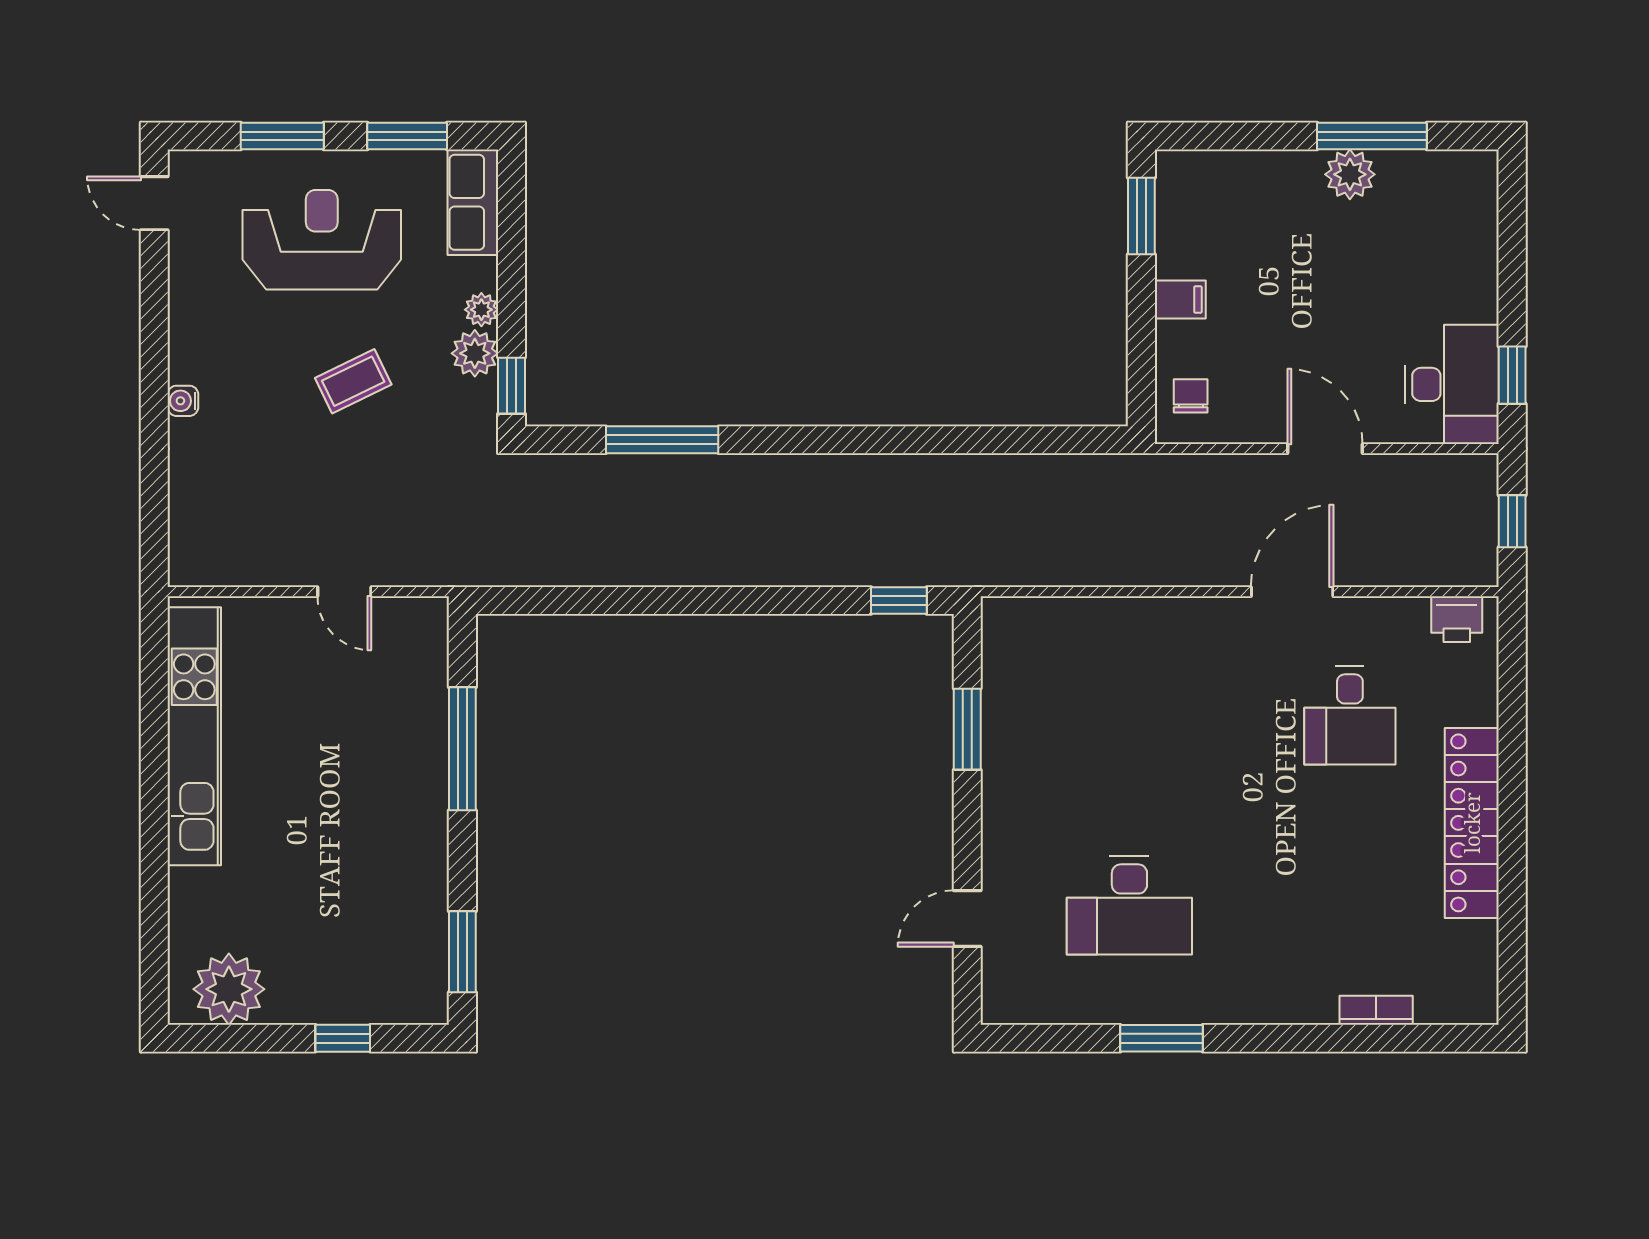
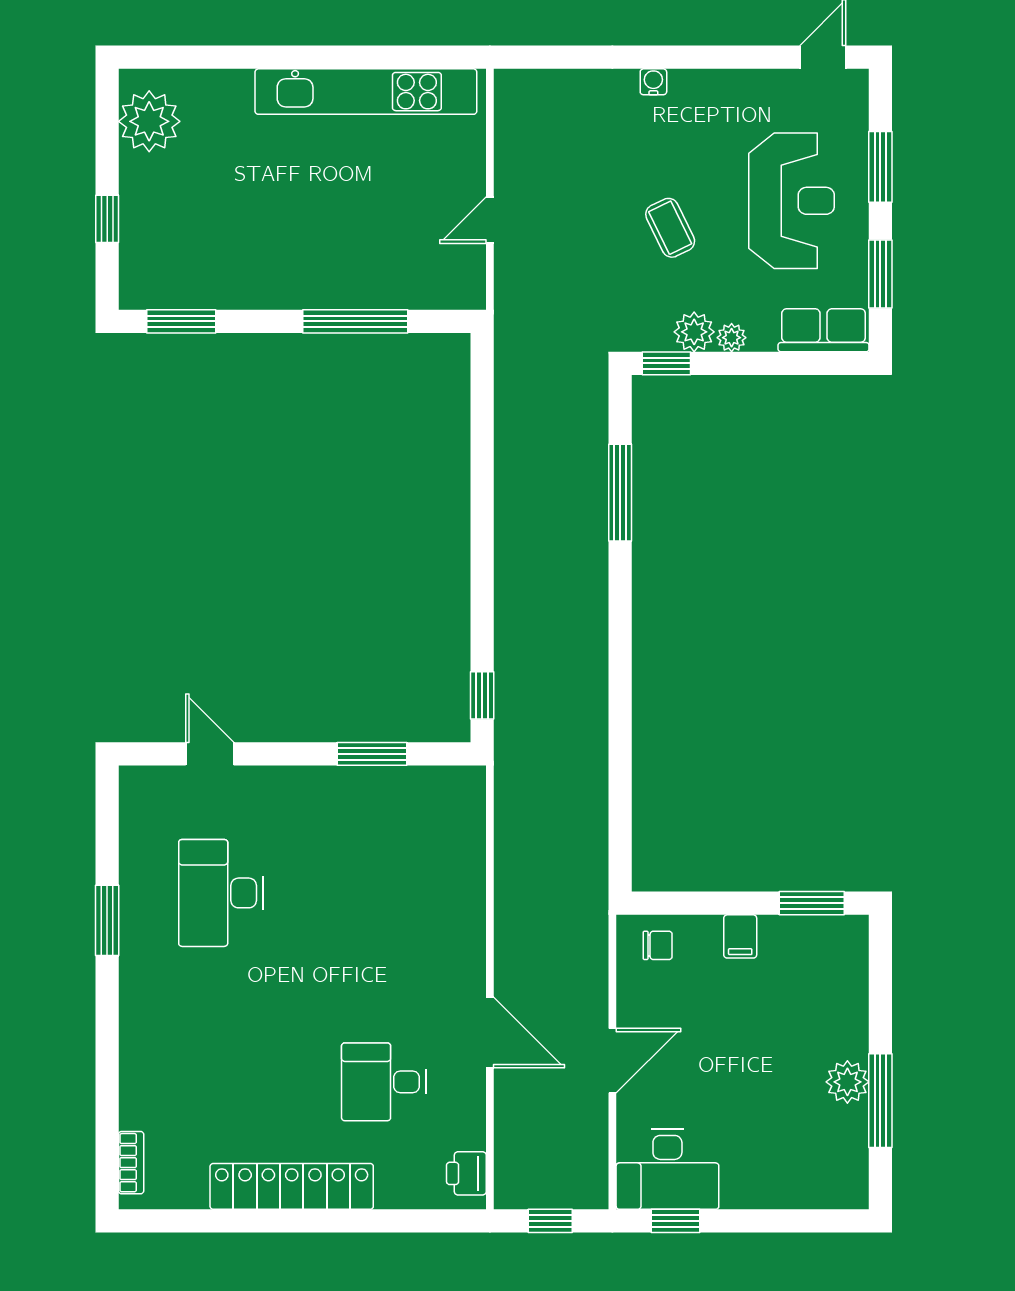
bookcase: (1376, 1010) -> (131, 1163), moved

